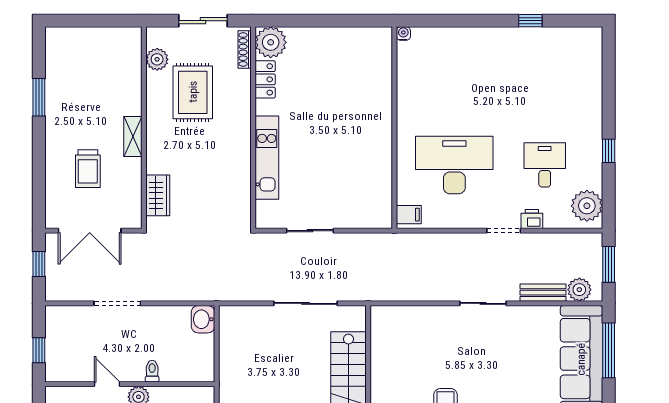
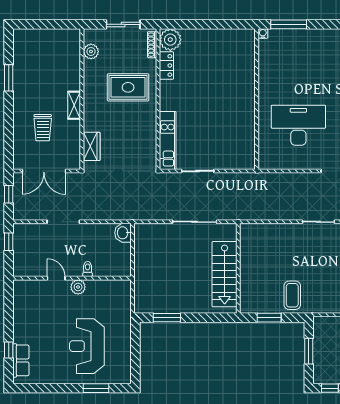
window: (440, 21) -> (289, 24), added
rug: (193, 92) -> (128, 87), moved, turned 90
kitchen unit: (267, 158) -> (168, 140), moved
filing cabinet: (409, 215) -> (267, 160), removed
window: (39, 350) -> (9, 242), moved

